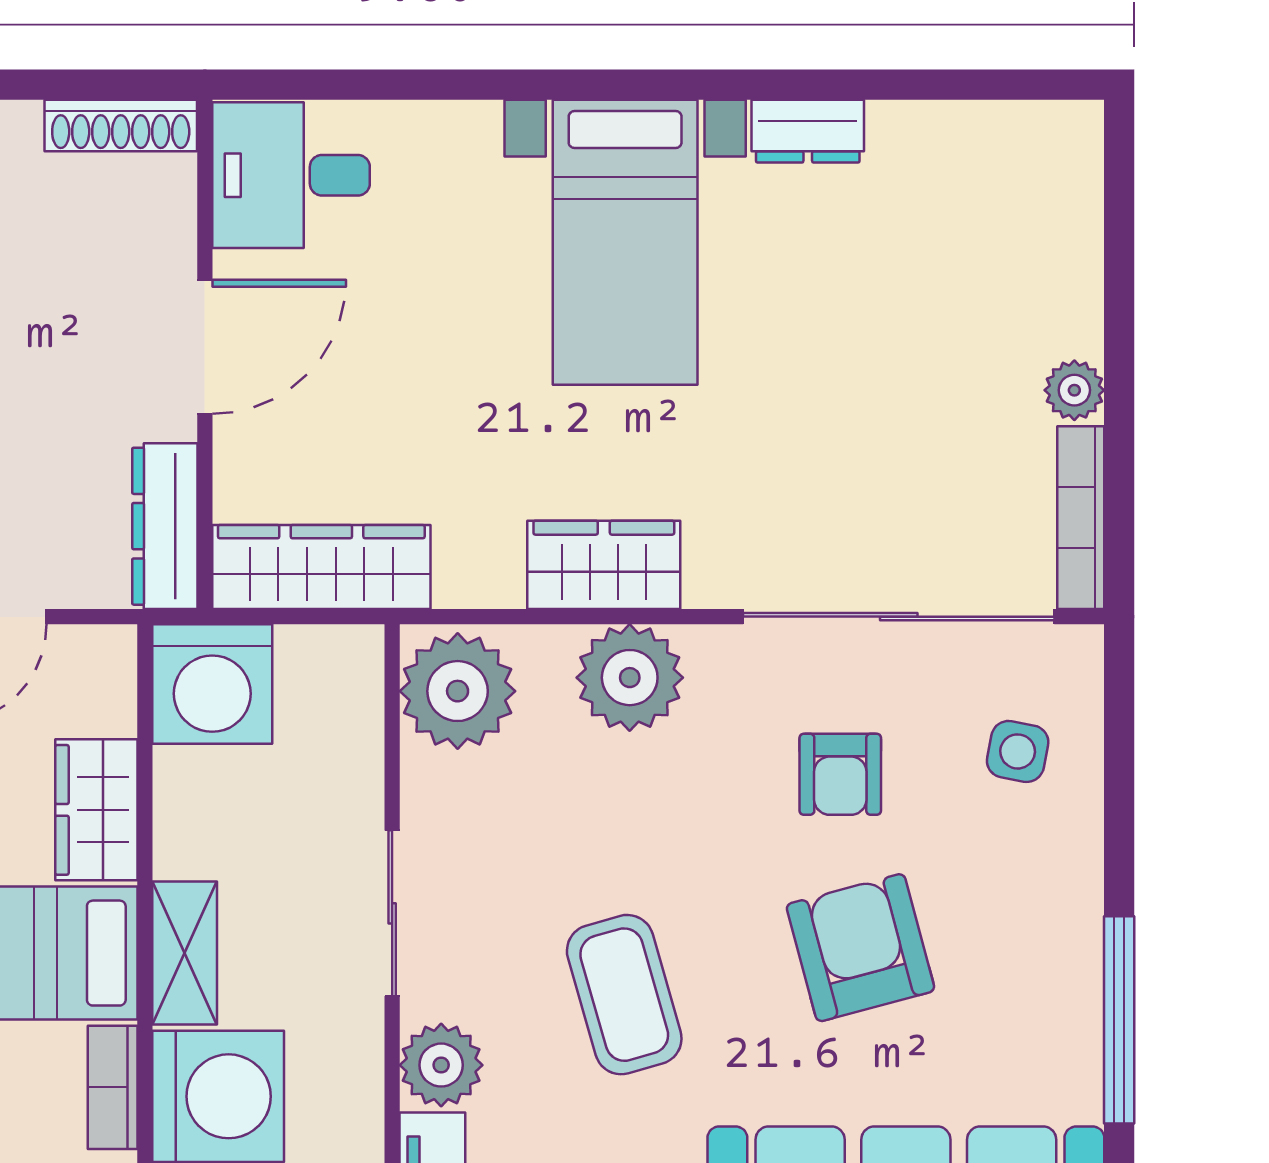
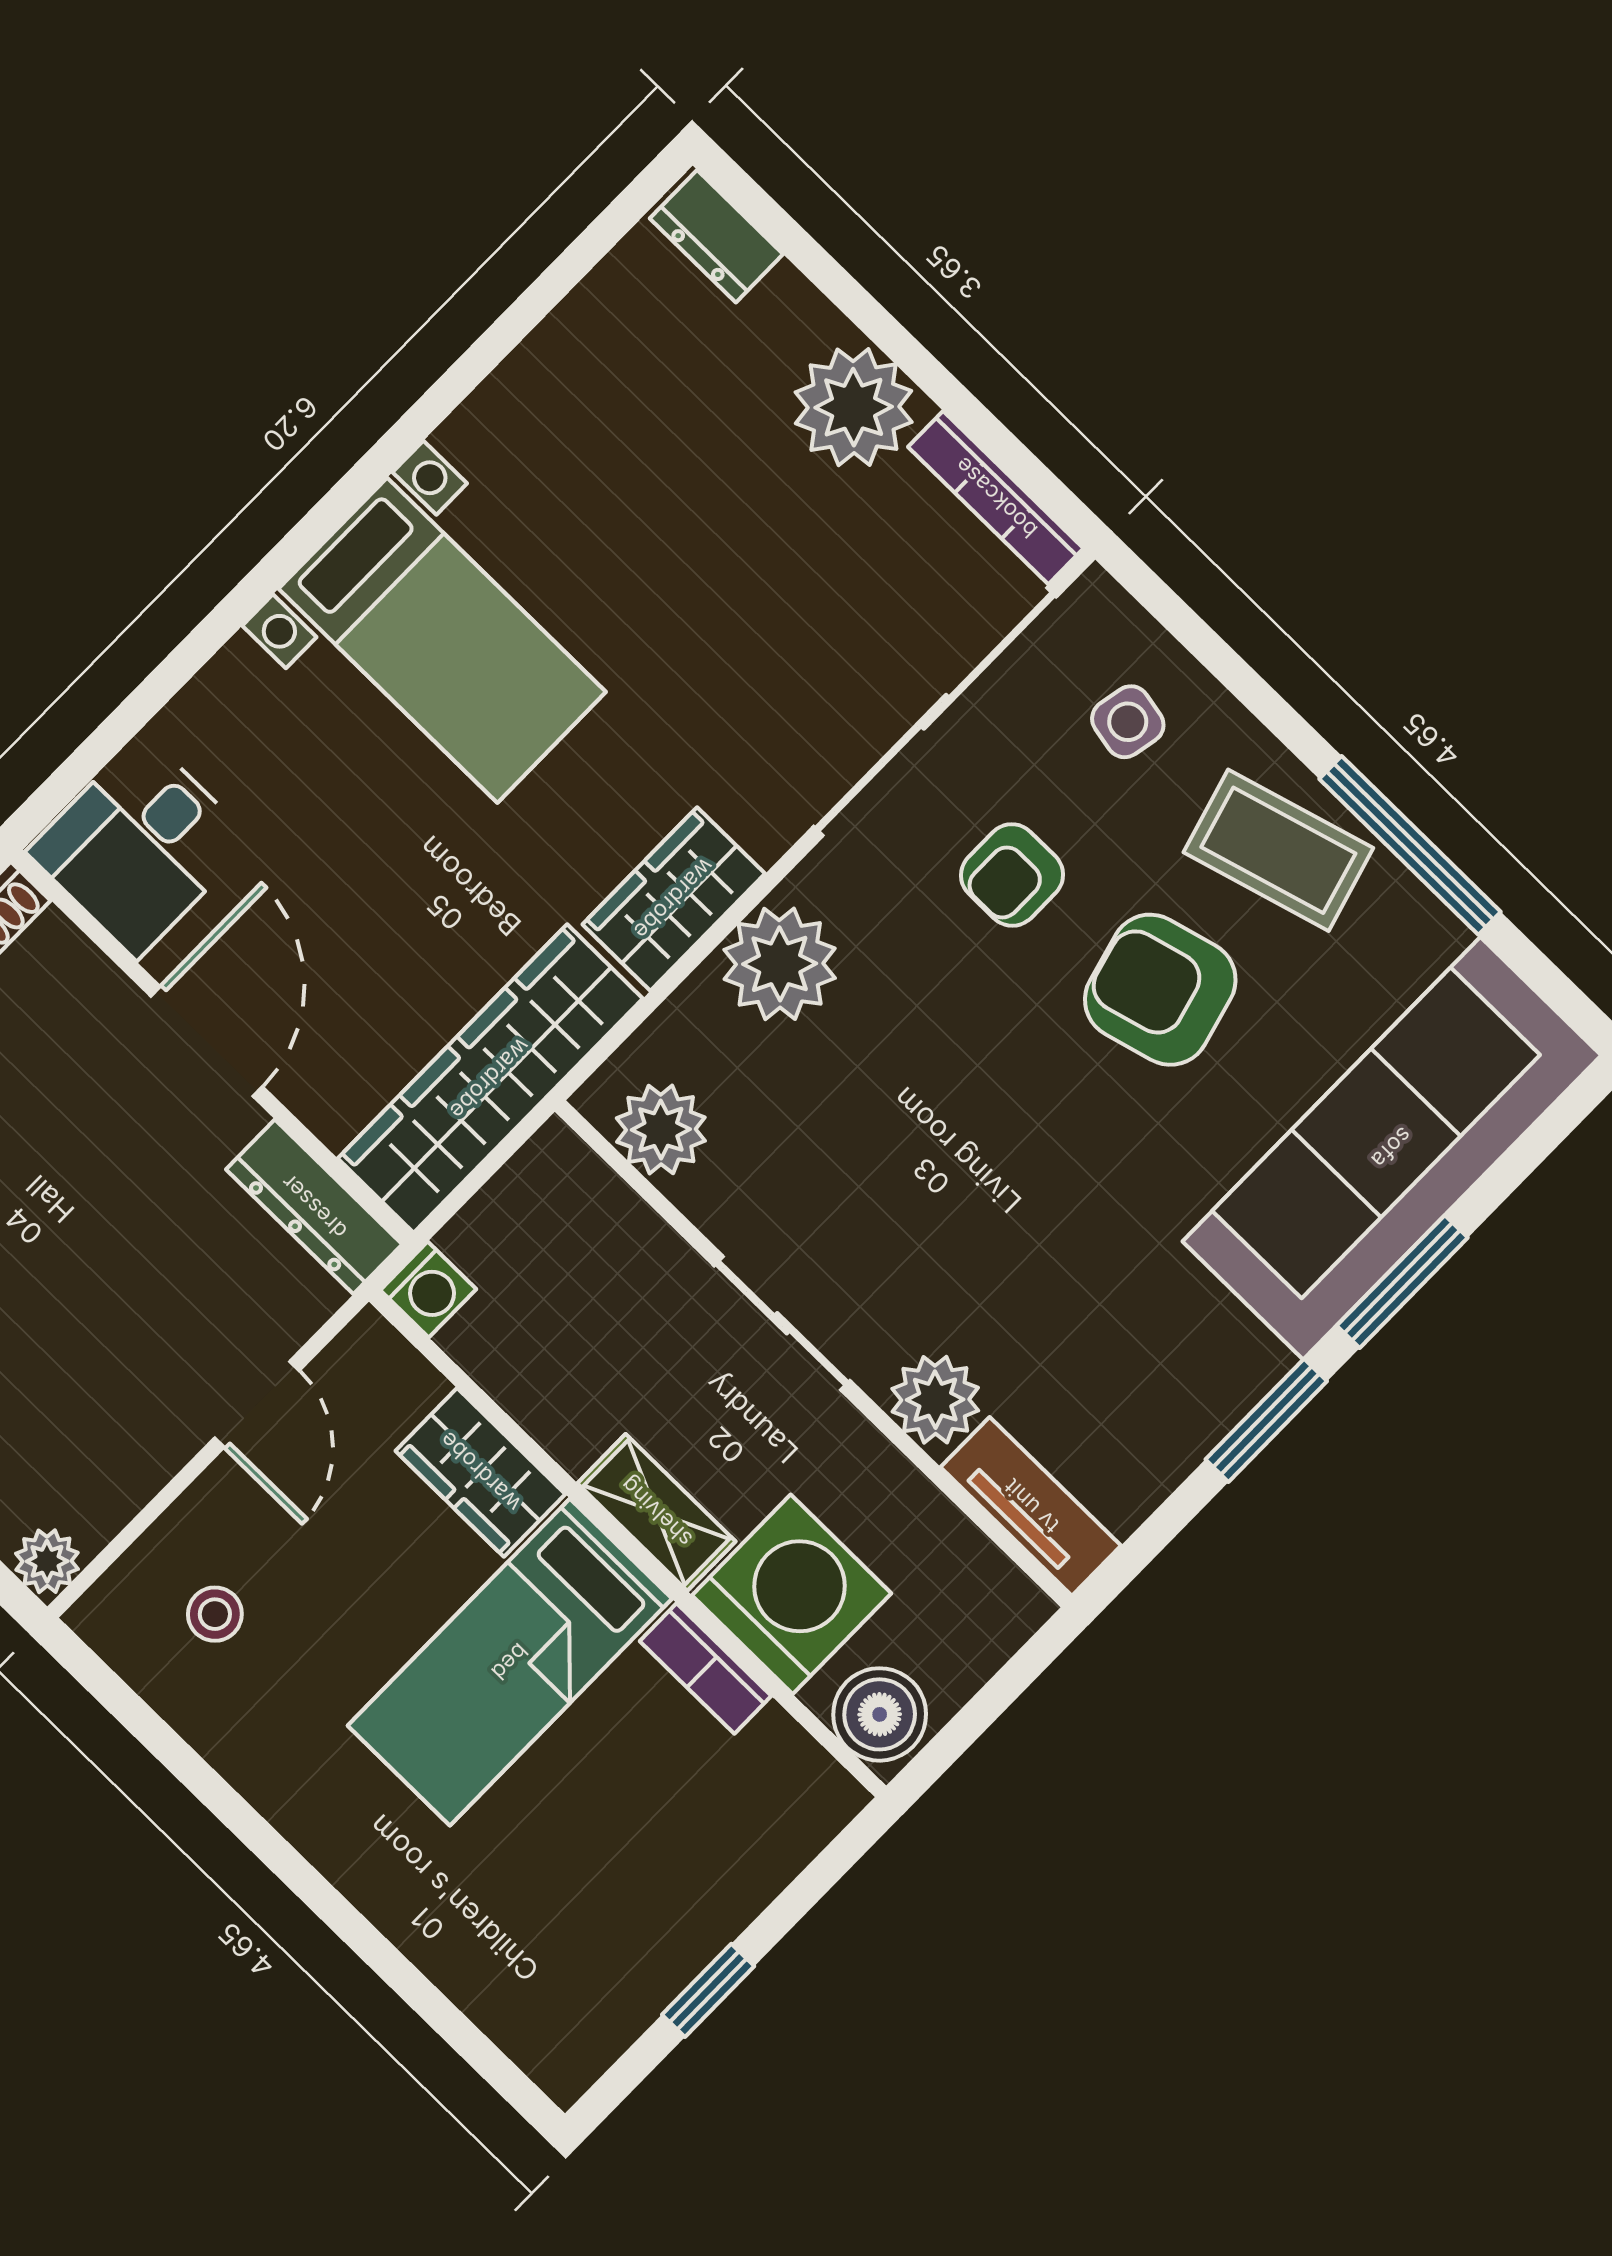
dresser: (808, 131) -> (716, 236), moved, turned 90
plant: (1074, 390) -> (854, 407), width x1.88, depth x1.88
wardrobe: (321, 567) -> (490, 1079), width x1.40, depth x1.17
washing machine: (212, 684) -> (428, 1290), width x0.53, depth x0.53
plant: (458, 691) -> (661, 1130), width x0.73, depth x0.73
armchair: (840, 774) -> (1012, 875), turned 90
coffee table: (624, 995) -> (1278, 850), moved

